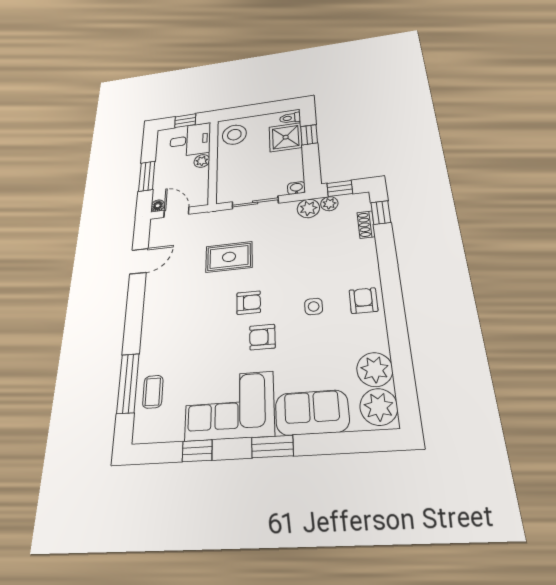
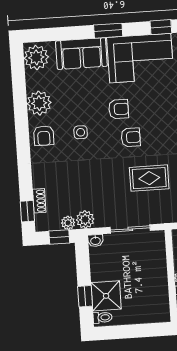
stool: (234, 135) -> (153, 304), removed
armchair: (249, 303) -> (131, 137), turned 180
plant: (375, 369) -> (39, 103), moved

